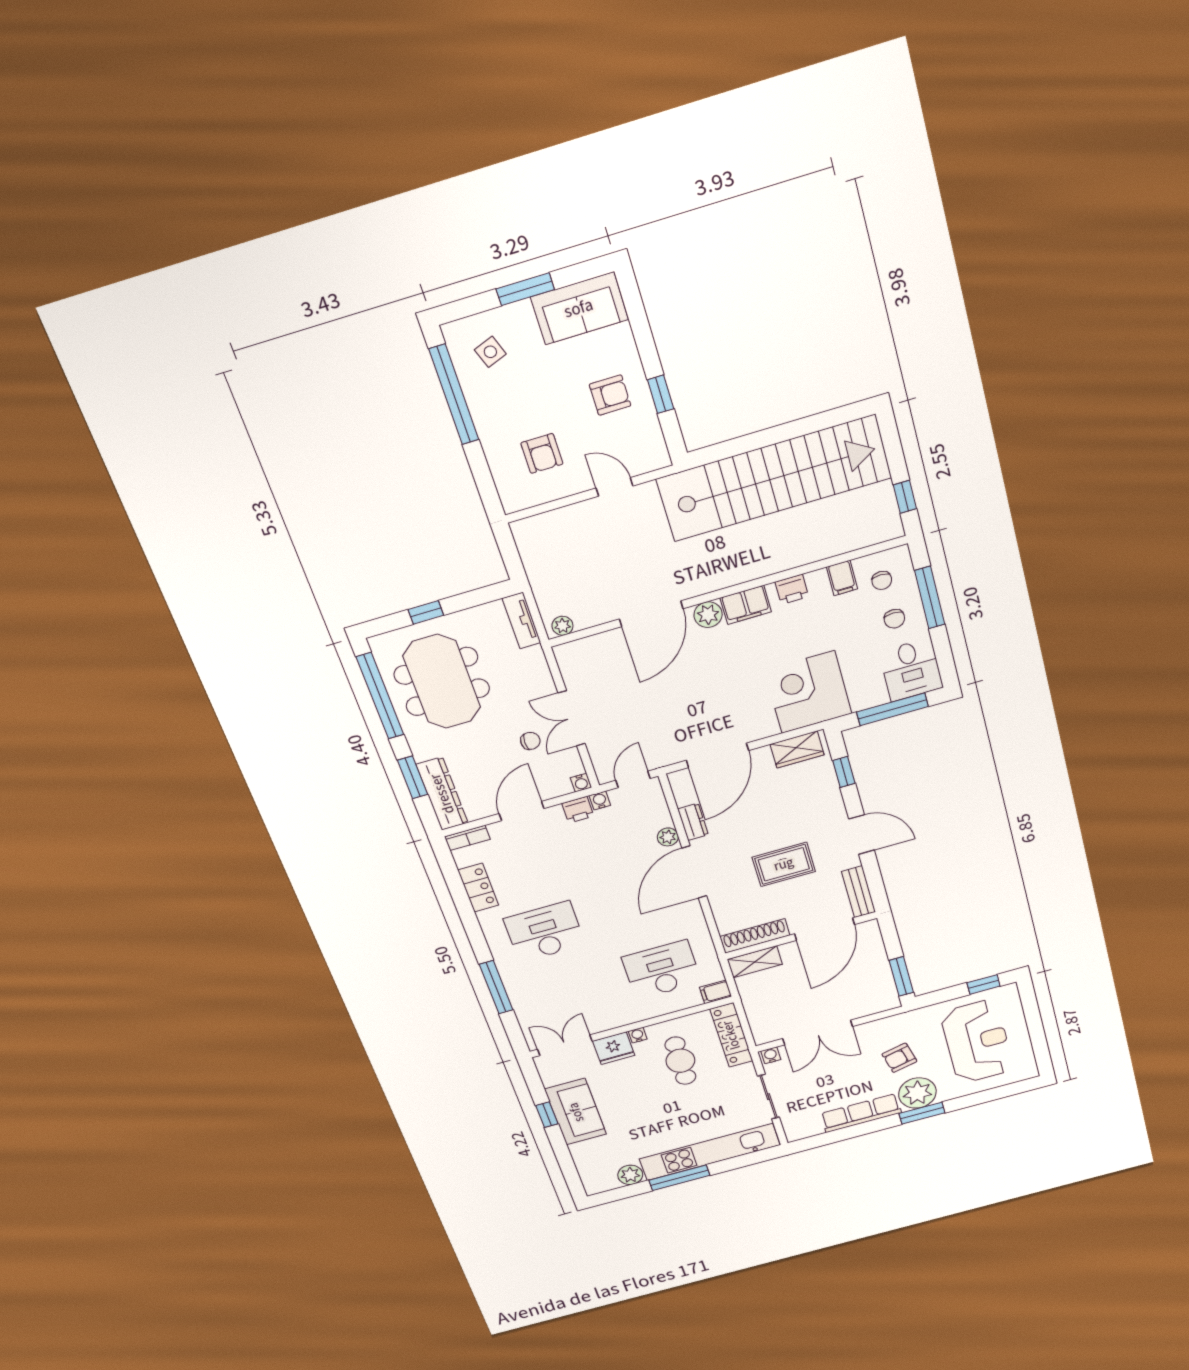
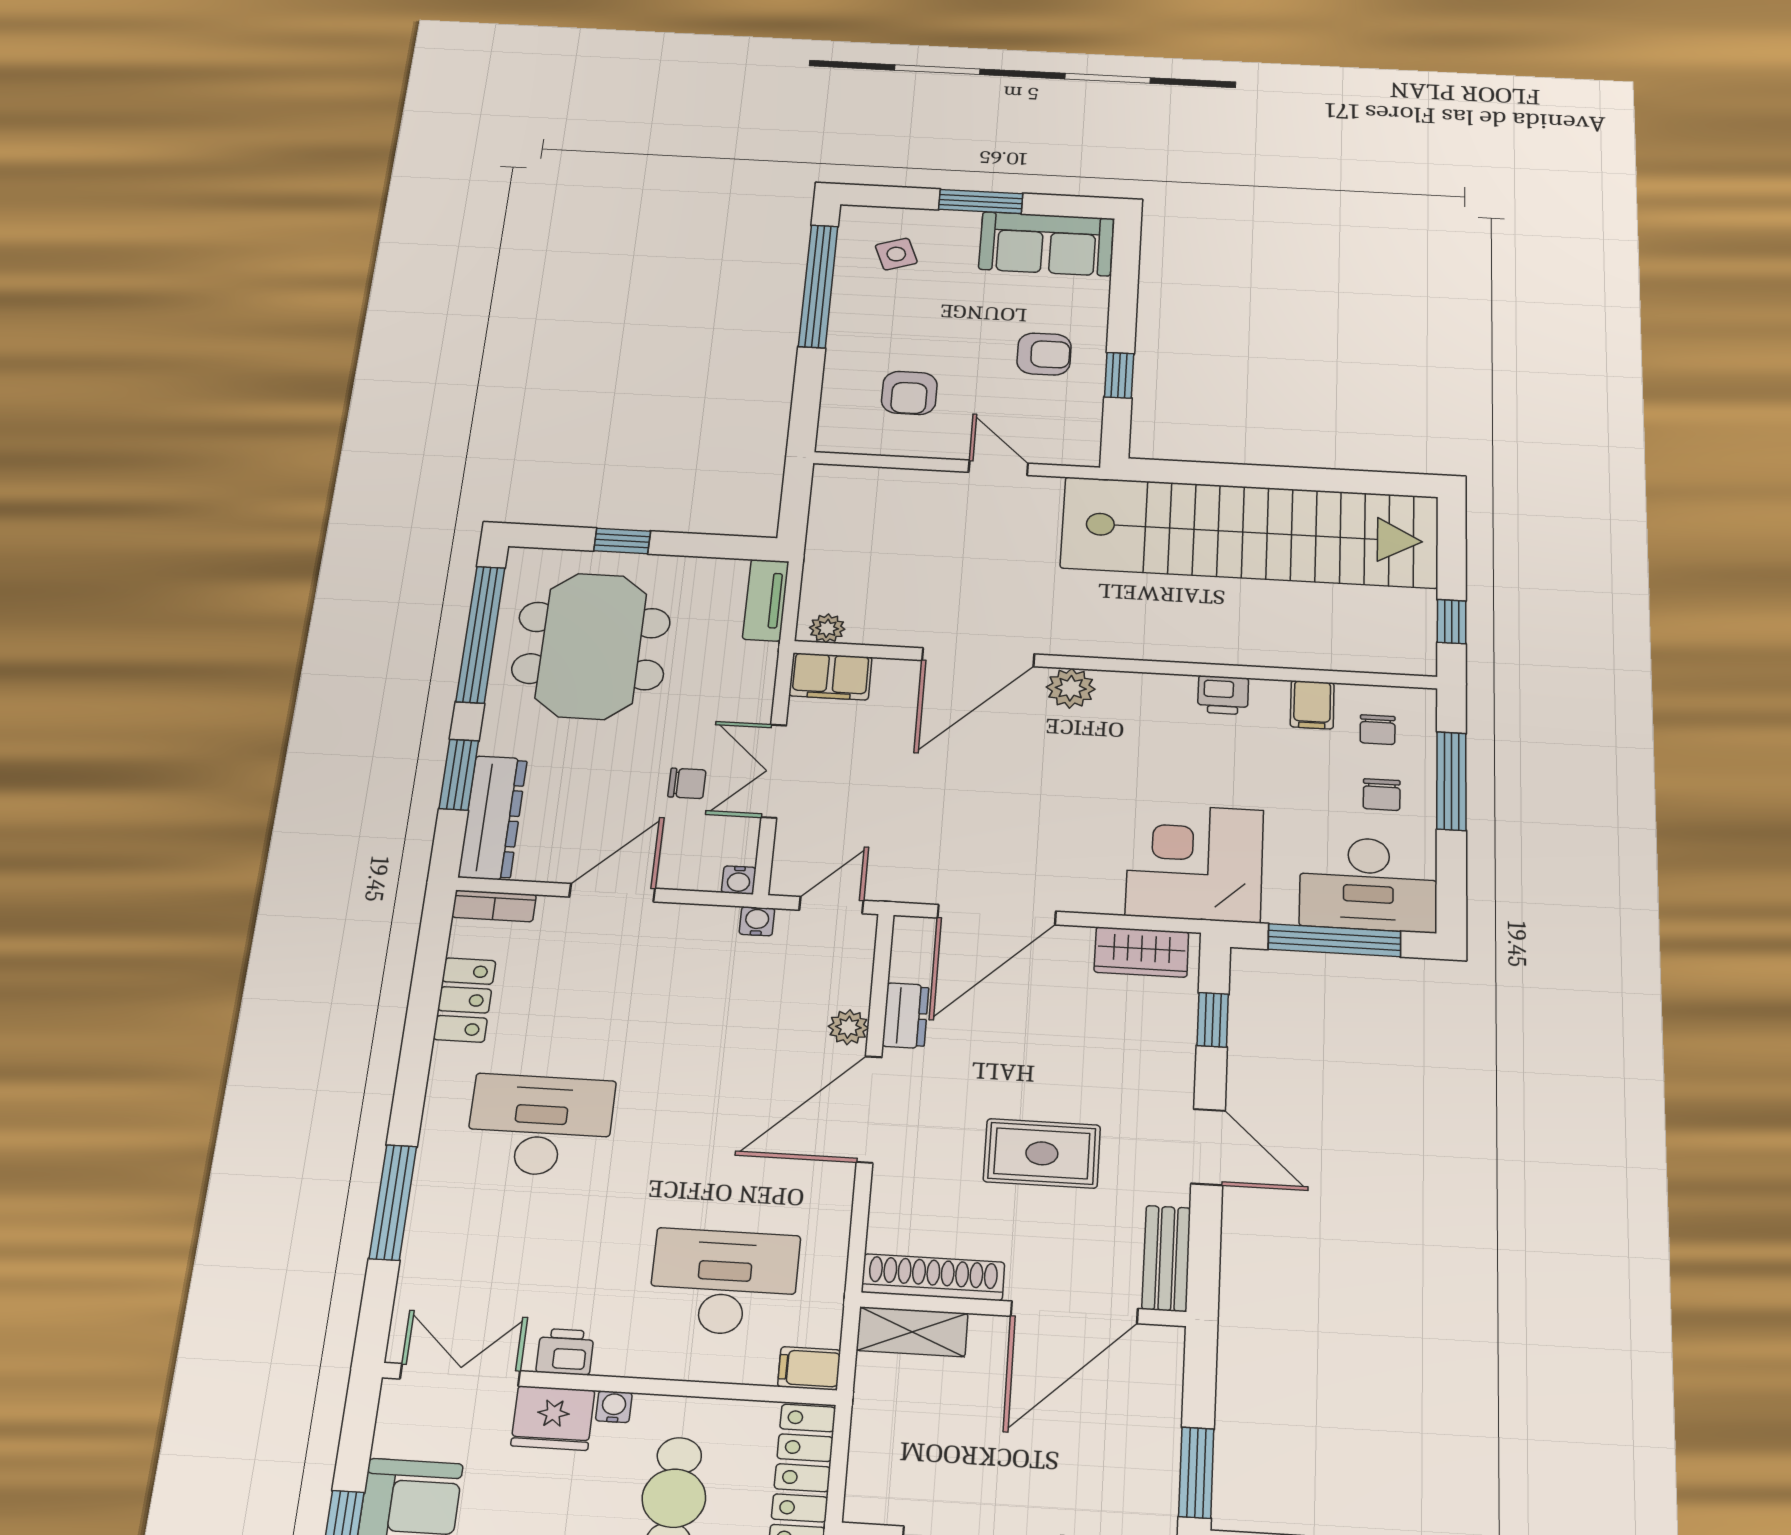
filing cabinet: (746, 605) -> (830, 676), moved
desk: (911, 670) -> (1368, 884), width x1.37
printer: (578, 810) -> (565, 1352), moved, turned 180

